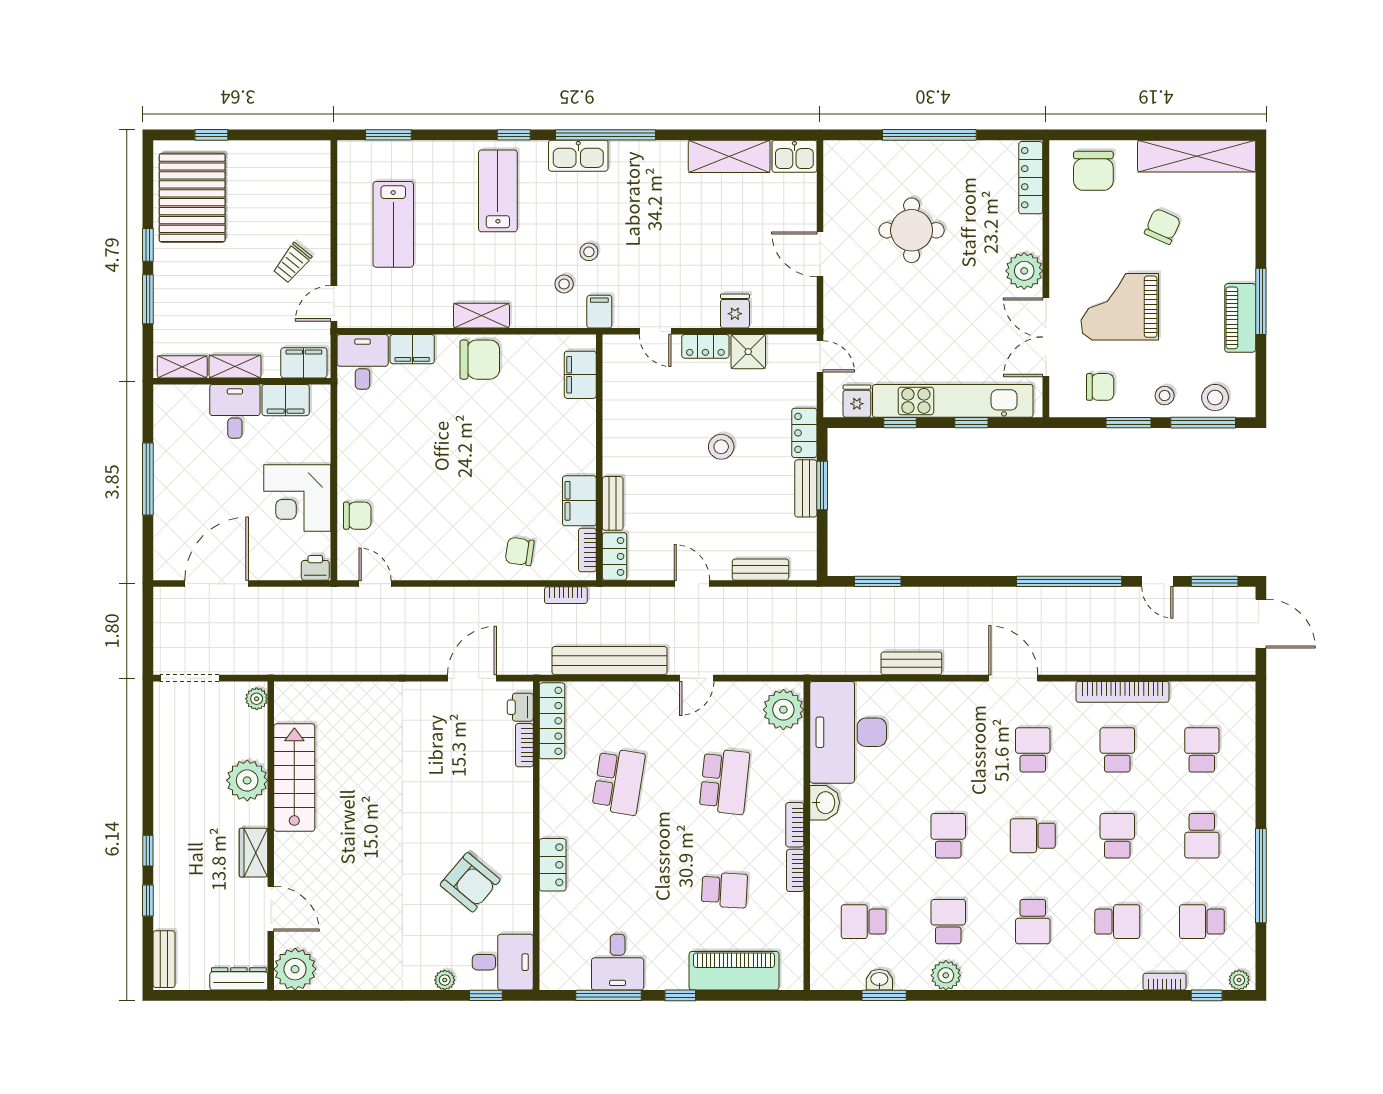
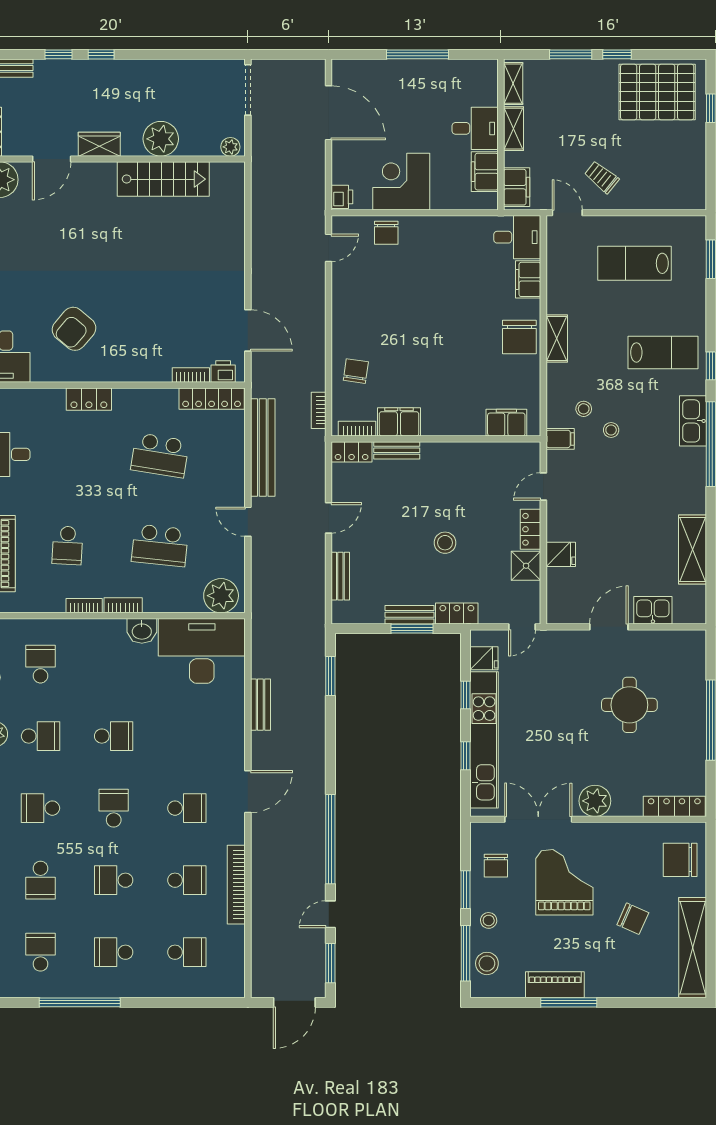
kitchen sink: (794, 156) -> (653, 610), moved, turned 90
school desk: (1117, 836) -> (114, 880), turned 180

